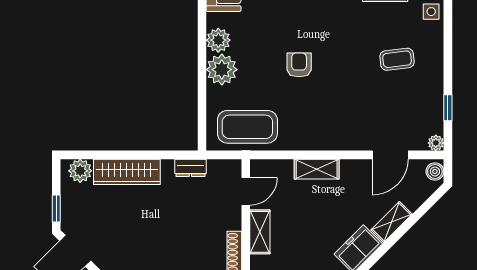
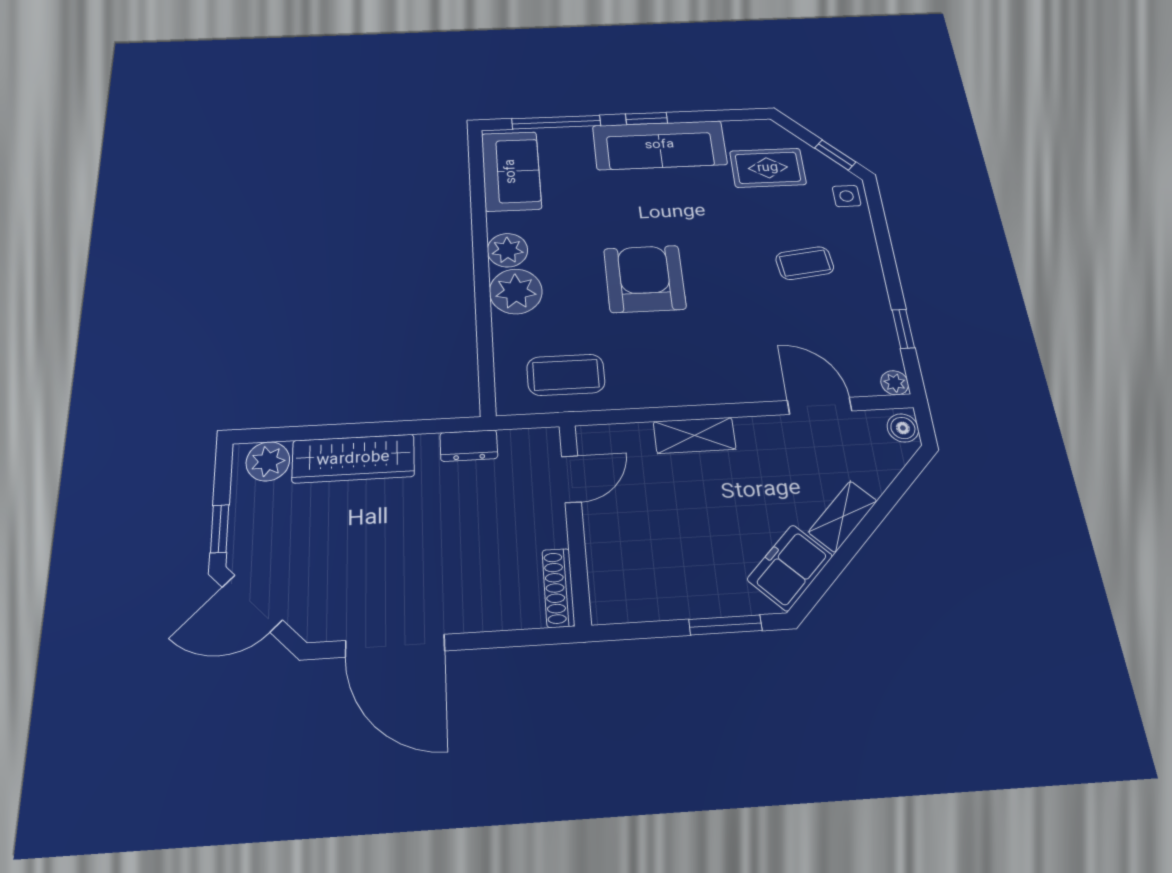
armchair: (299, 65) -> (645, 279), width x1.88, depth x1.88
coffee table: (247, 127) -> (566, 375), width x0.73, depth x0.76
door: (390, 155) -> (820, 406), swing flipped
shelving: (260, 232) -> (603, 548), removed

